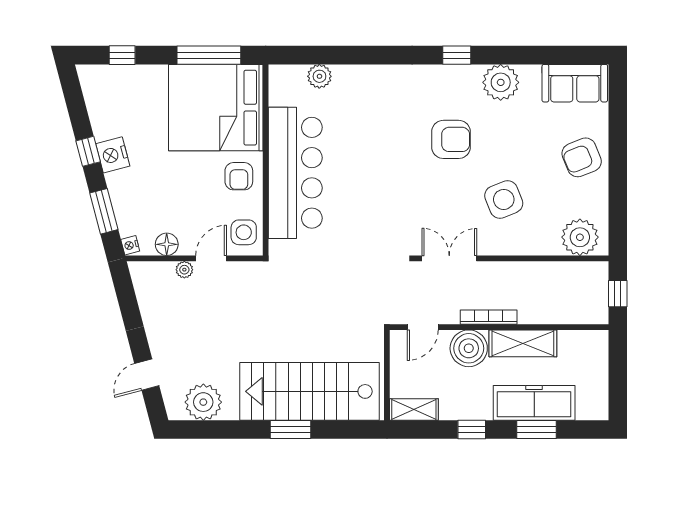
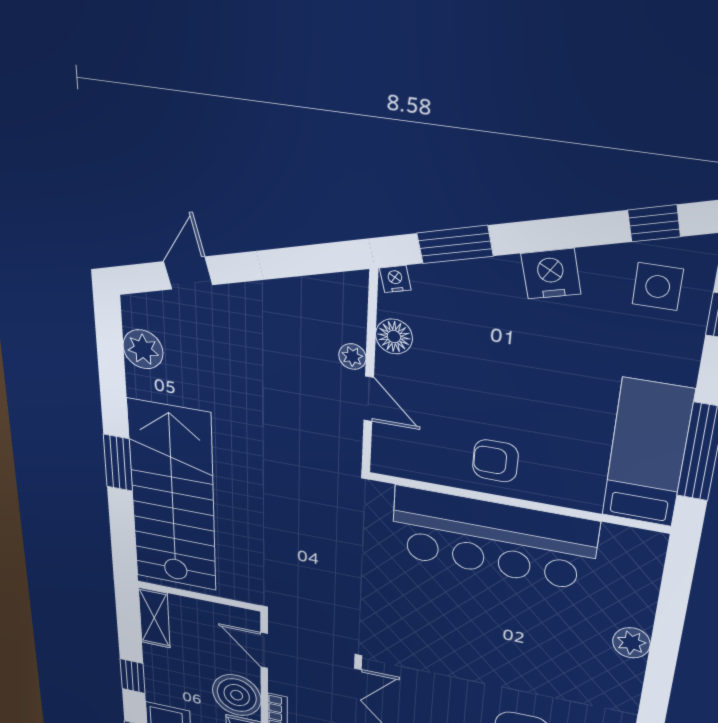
plant: (319, 76) -> (631, 643), moved
bed: (216, 108) -> (648, 453), width x0.49
window: (88, 151) -> (654, 223), moved
side table: (244, 232) -> (658, 287), moved
door: (147, 375) -> (188, 273), hinge flipped
plant: (203, 402) -> (143, 349), width x0.73, depth x0.73

